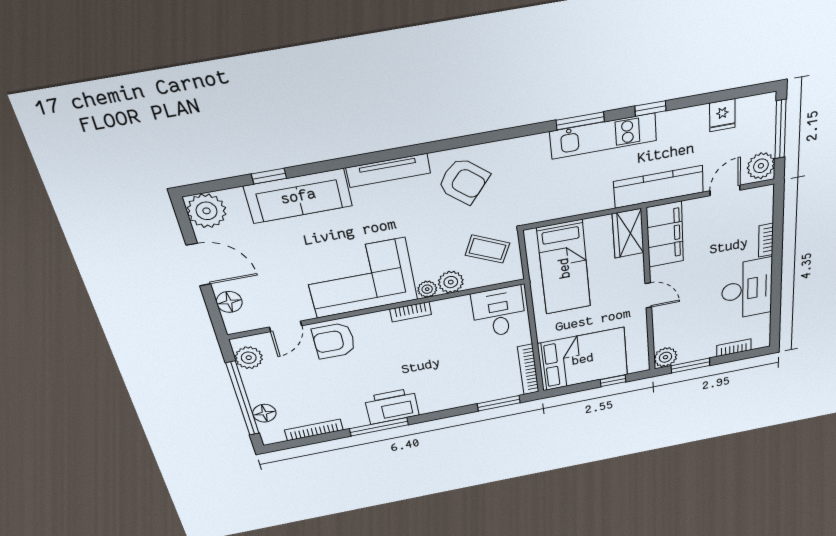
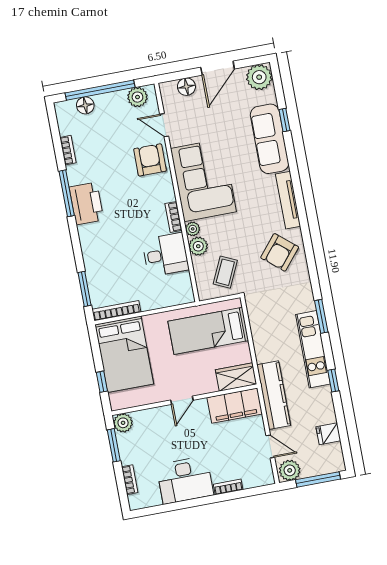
window: (580, 121) -> (321, 316), moved
desk: (499, 312) -> (165, 255), moved
bookcase: (314, 430) -> (68, 150), width x0.64

